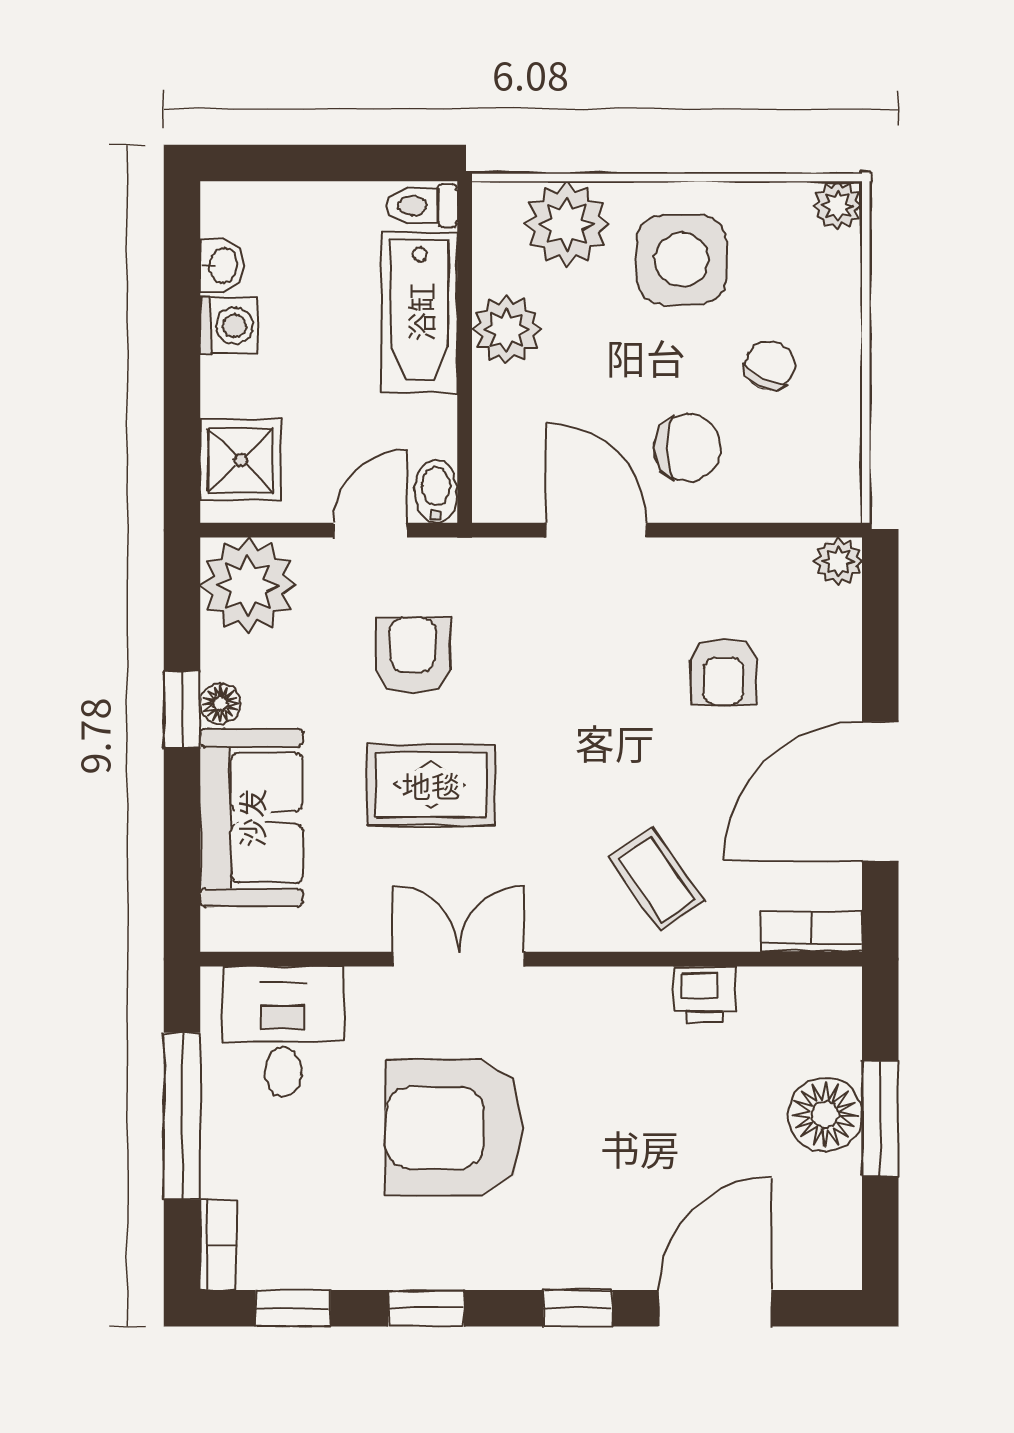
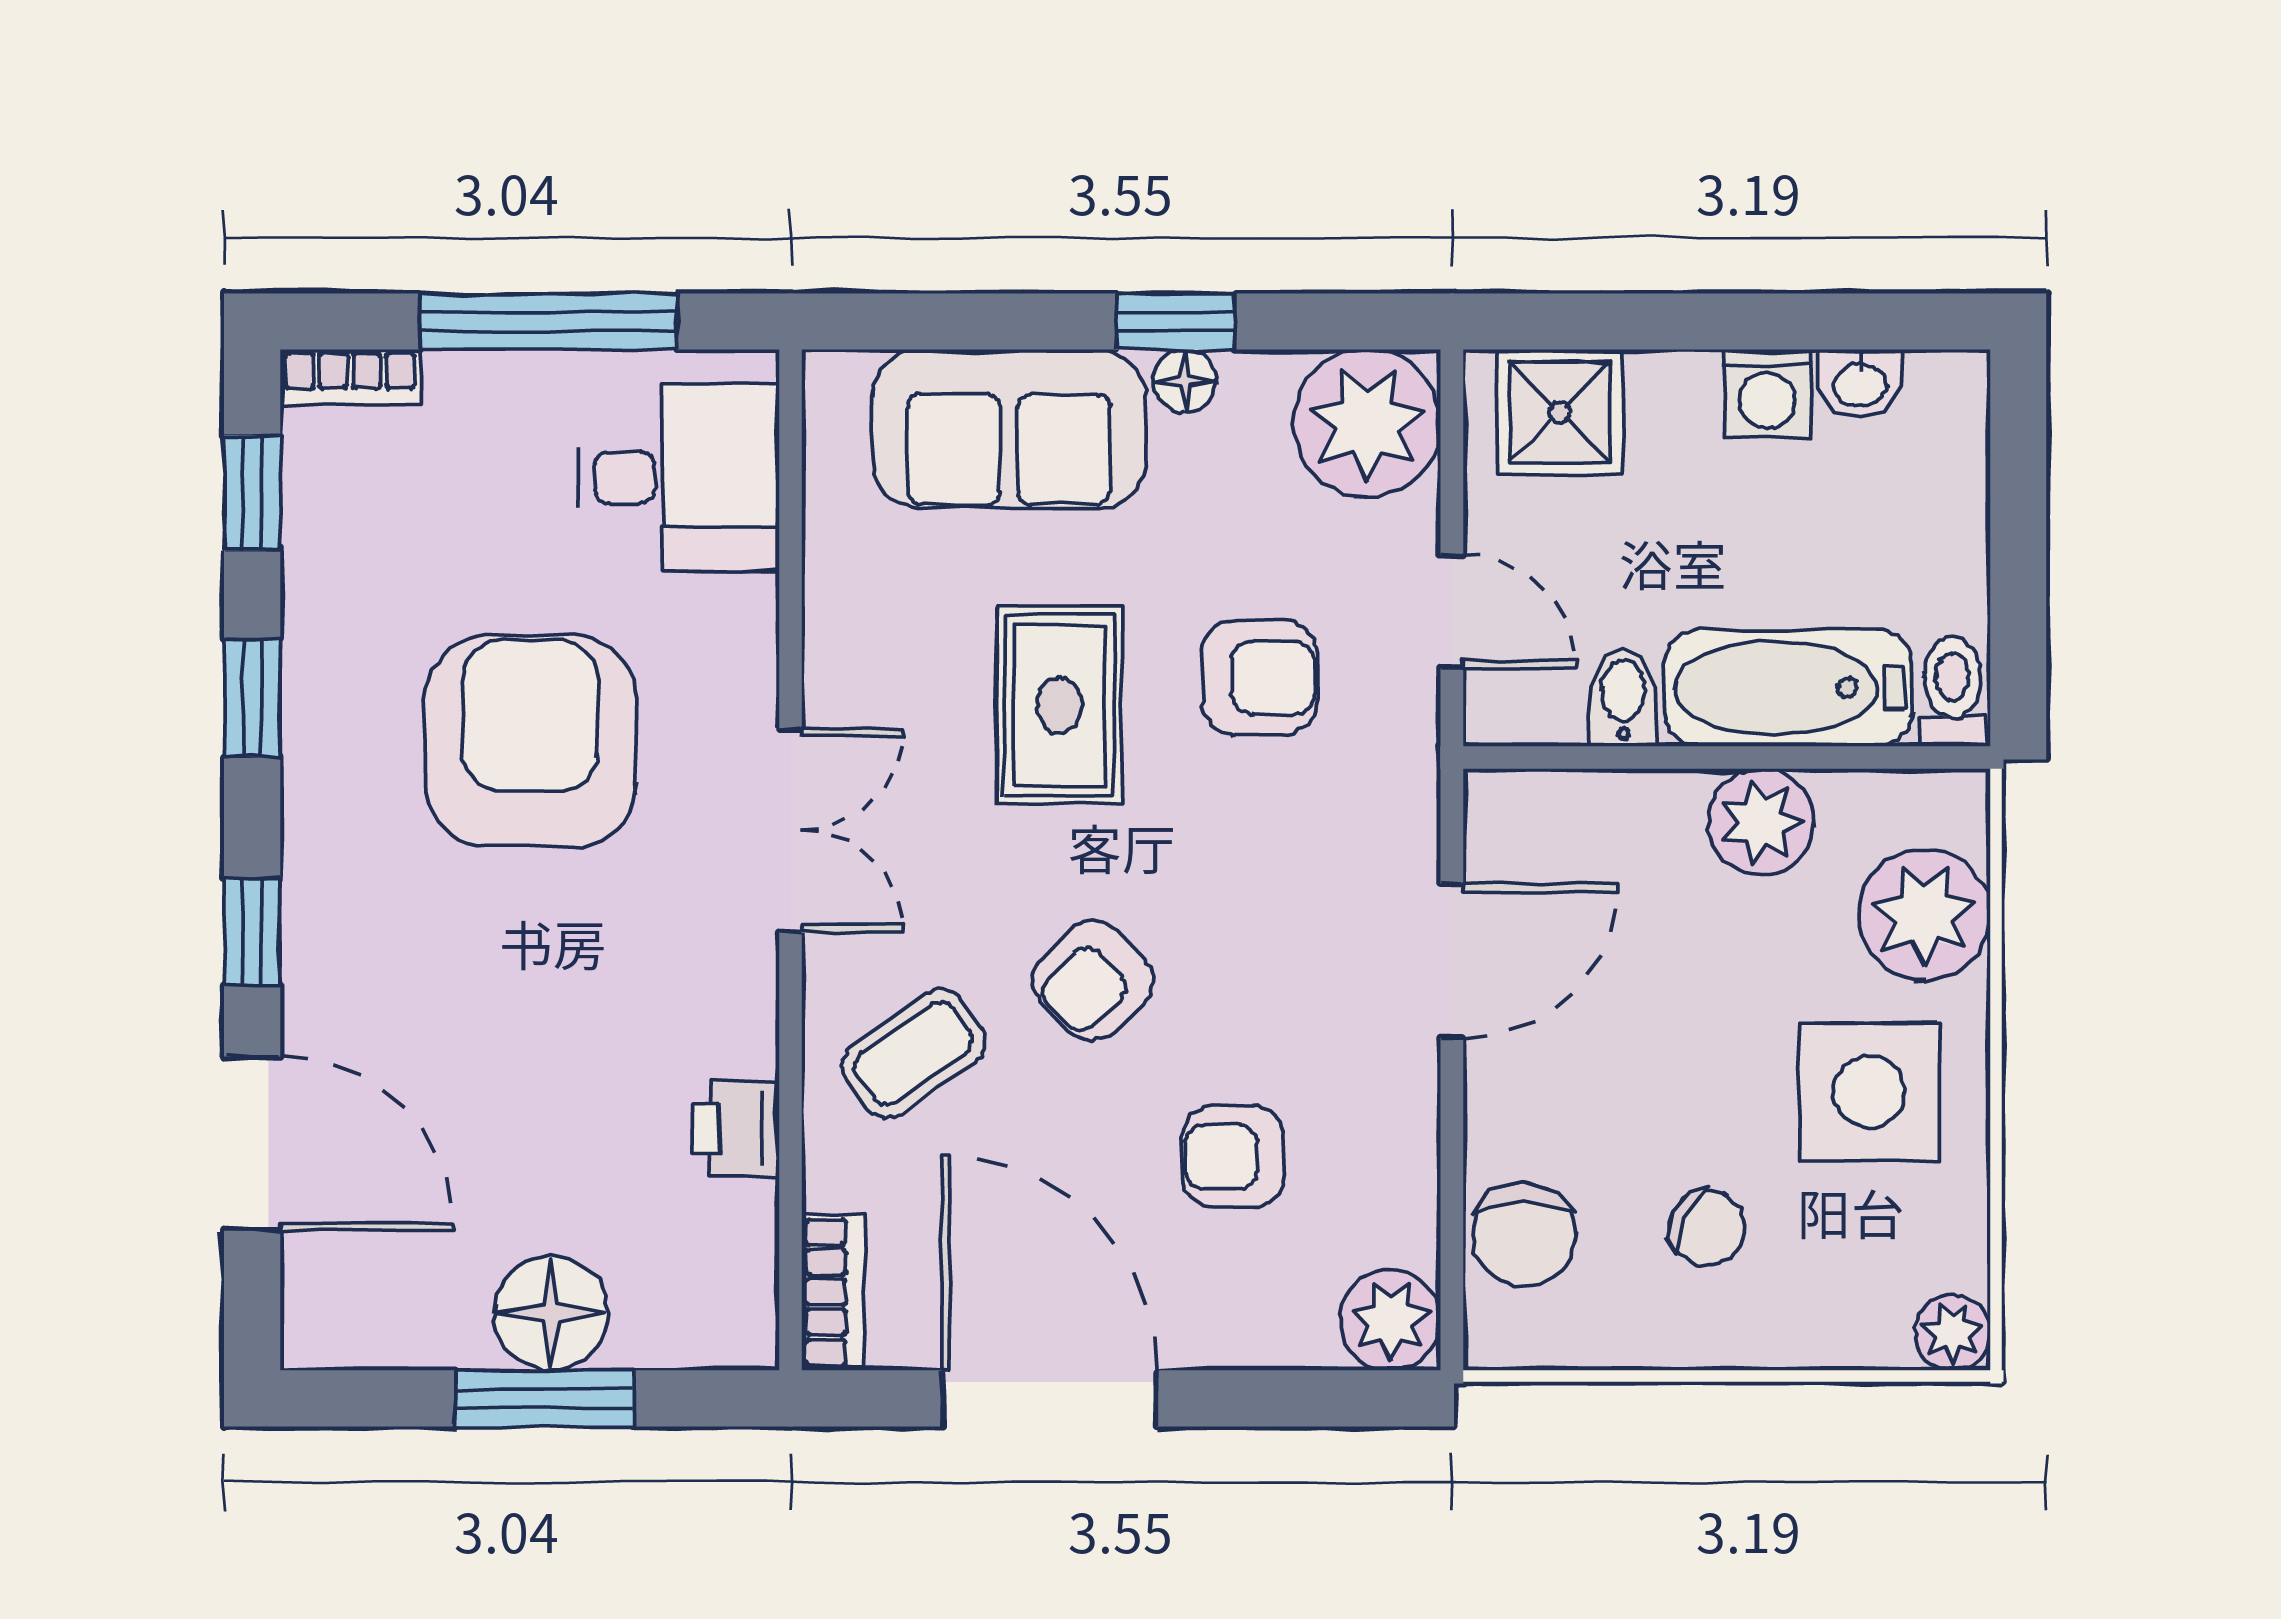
chair: (688, 448) -> (1524, 1235), moved
bidet: (436, 491) -> (1623, 698), moved, turned -90
plant: (838, 561) -> (1390, 1320), width x1.38, depth x1.38
armchair: (609, 763) -> (1093, 981), added
double door: (459, 959) -> (791, 830), moved

